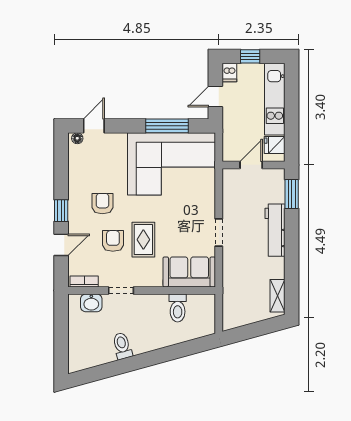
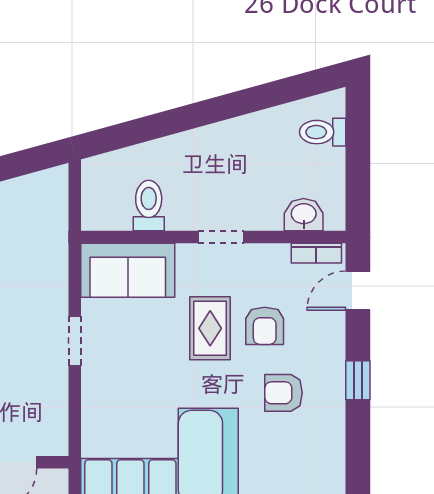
armchair: (102, 204) -> (283, 393), turned 90
door: (61, 245) -> (358, 291), moved
doorway: (121, 290) -> (221, 237), moved
toilet: (122, 346) -> (323, 132), moved, turned 105

